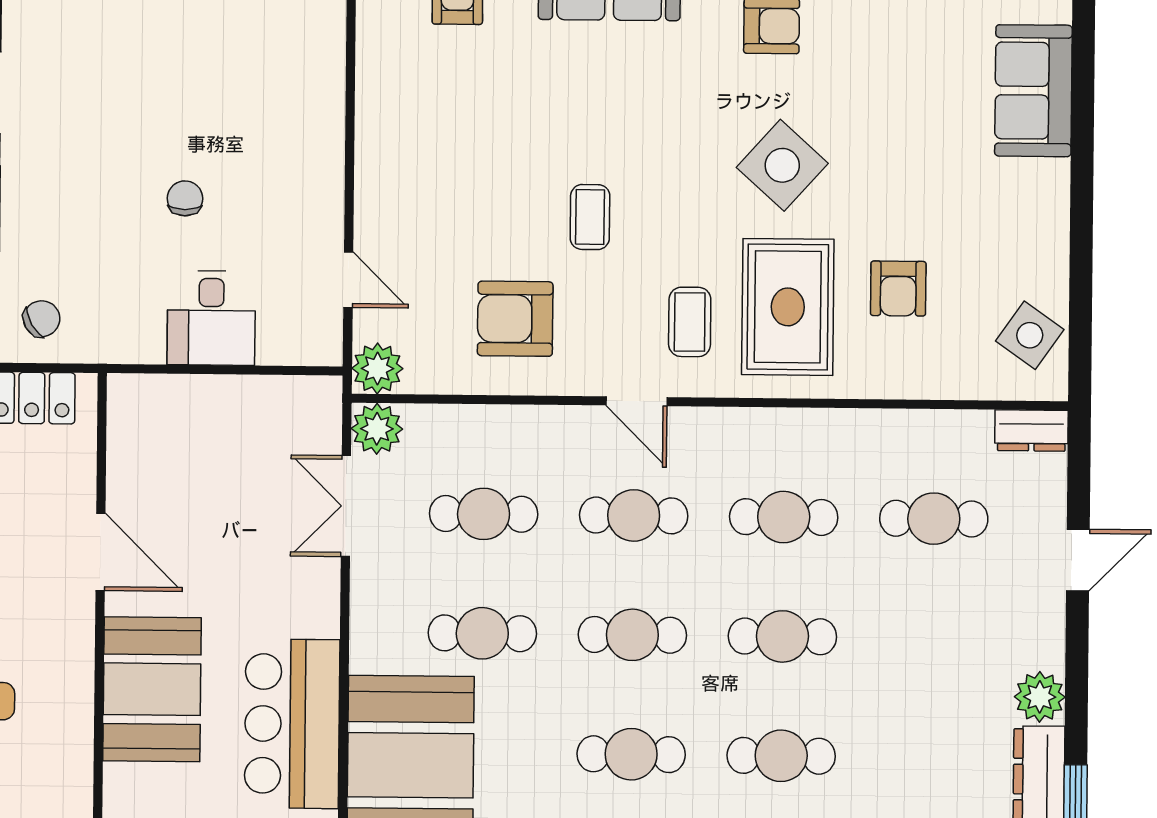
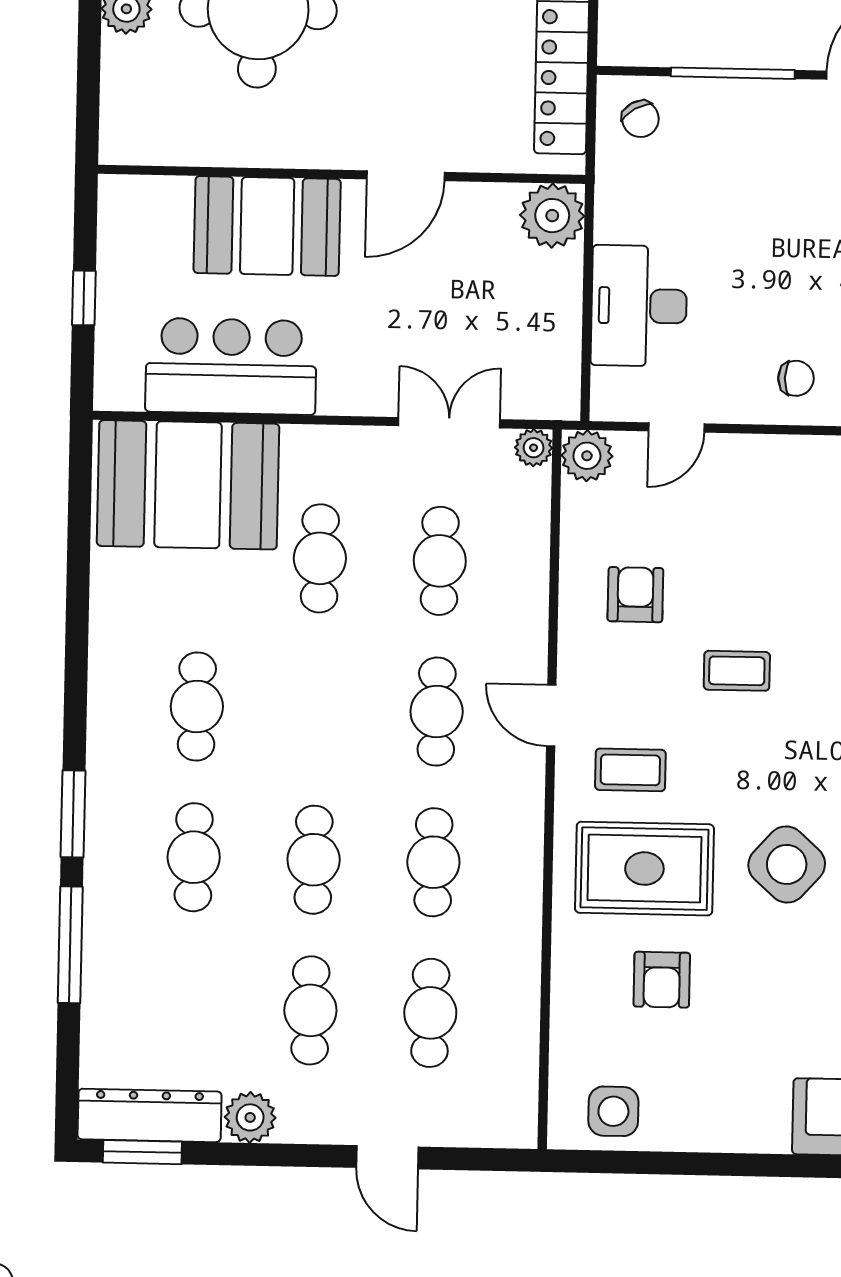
chair: (185, 198) -> (796, 378), moved
armchair: (898, 289) -> (662, 980), turned -90
desk: (211, 318) -> (639, 306), width x1.37
armchair: (515, 319) -> (635, 595), width x0.72, depth x0.72
side table: (1030, 335) -> (613, 1111), turned -35
door: (637, 401) -> (551, 716), hinge flipped
plant: (139, 406) -> (552, 216), added
plant: (377, 429) -> (534, 448), width x0.73, depth x0.73
dresser: (1031, 430) -> (518, 1112), removed
cafe table: (632, 635) -> (310, 1010), moved

